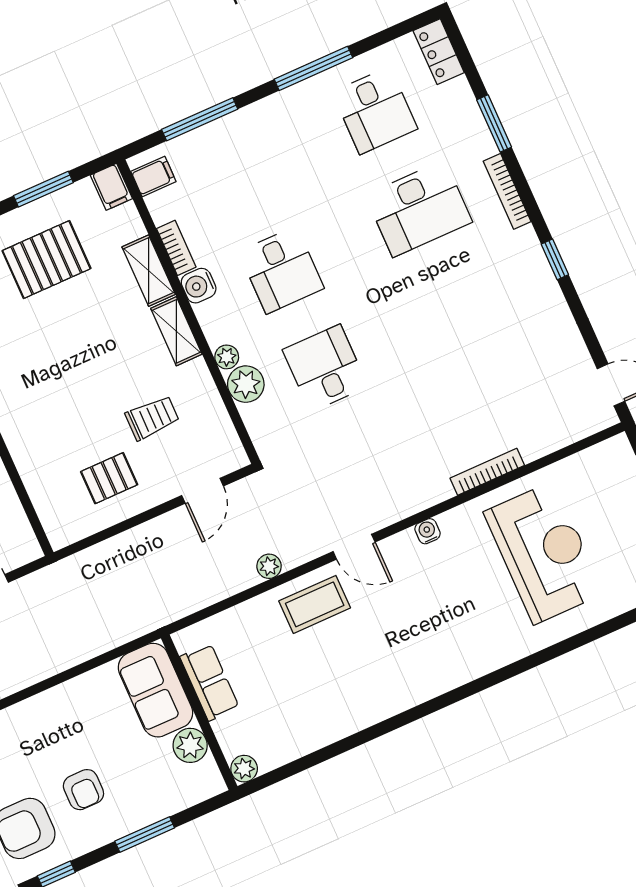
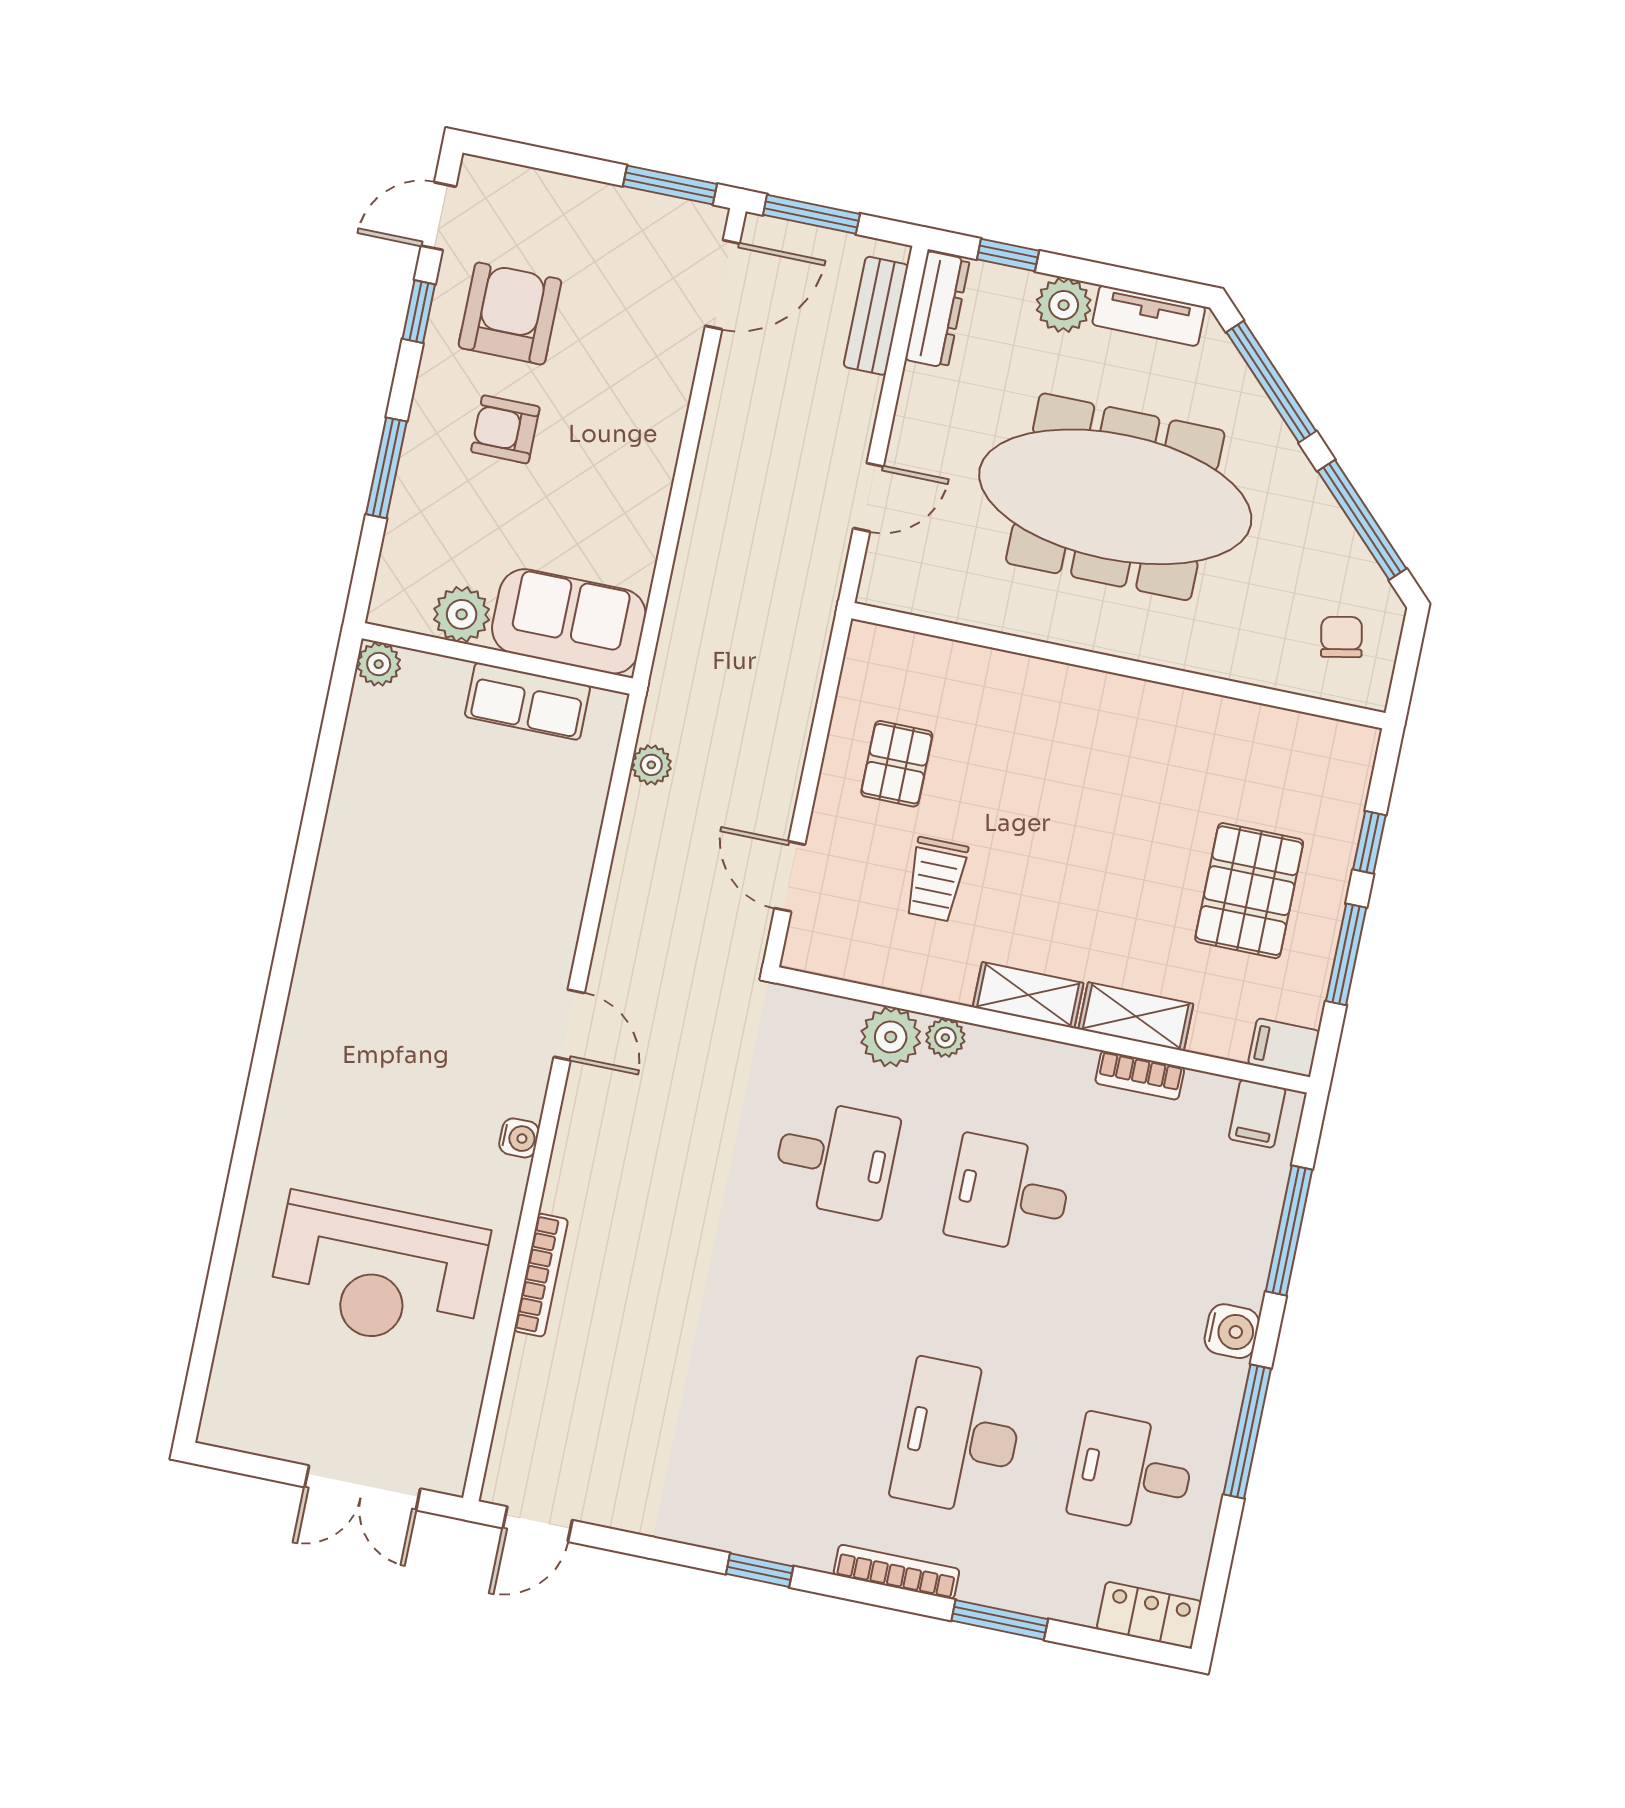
water cooler: (199, 286) -> (1232, 1331), moved, turned 90
door: (354, 547) -> (569, 1025), swing flipped
plant: (269, 566) -> (651, 765), moved
coffee table: (315, 604) -> (530, 917), removed

